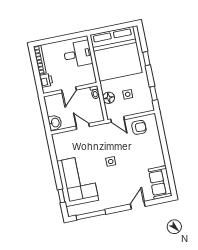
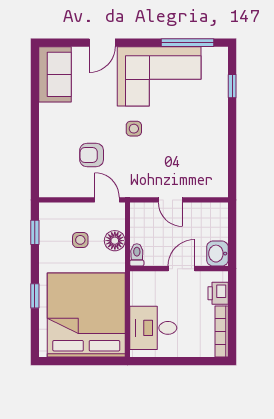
washbasin: (55, 123) -> (217, 254), moved
armchair: (139, 127) -> (92, 155), moved
corner sofa: (78, 181) -> (159, 76), moved, turned -90

